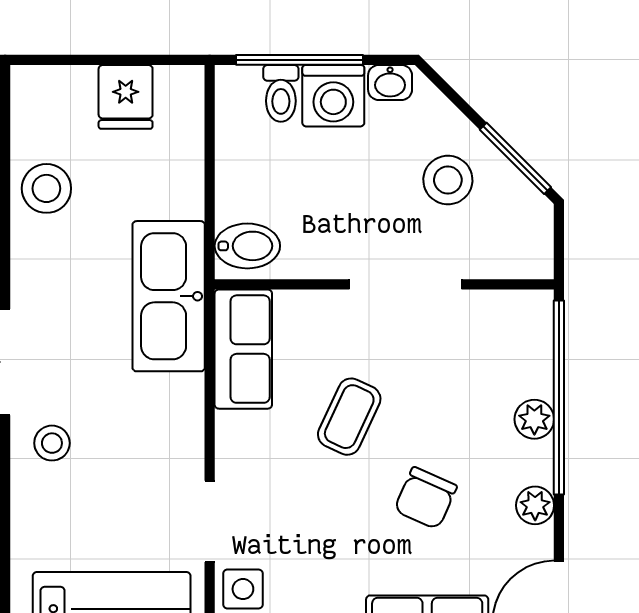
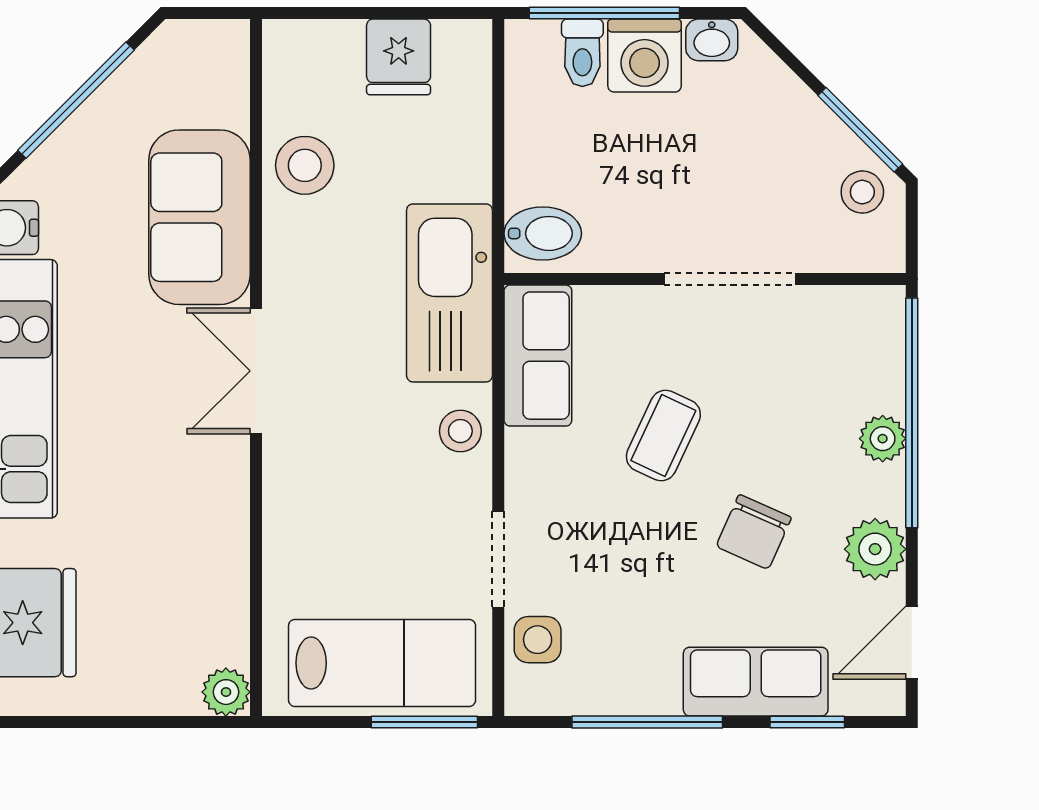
stool: (448, 180) -> (862, 192), moved, width x0.73, depth x0.73
stool: (52, 443) -> (460, 431), moved
plant: (535, 505) -> (875, 549), width x1.38, depth x1.38

